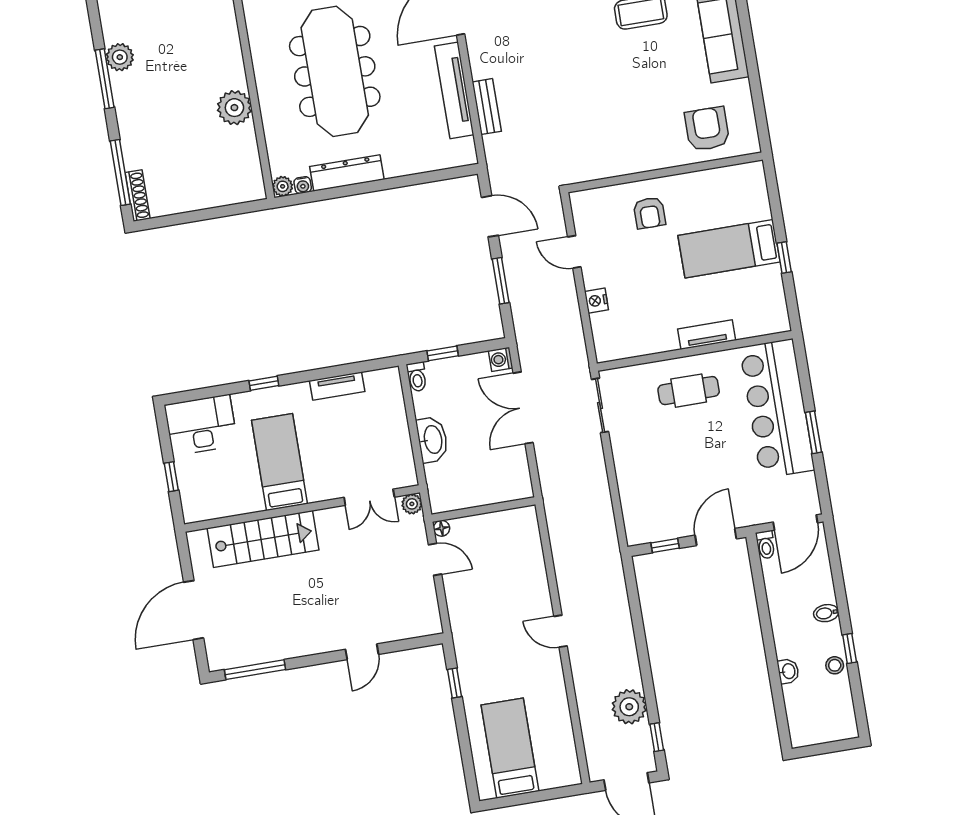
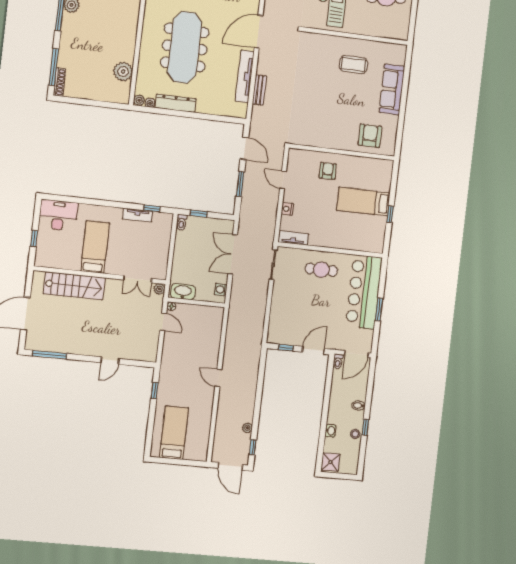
plant: (234, 108) -> (123, 72), moved
armchair: (649, 213) -> (328, 171), turned 180
tv unit: (707, 335) -> (293, 238), moved
washing machine: (501, 359) -> (221, 290), moved
window: (264, 383) -> (152, 208), moved
washbasin: (432, 440) -> (183, 292), moved, turned -90
plant: (629, 707) -> (247, 428), width x0.53, depth x0.53
shower: (804, 727) -> (330, 462), added

